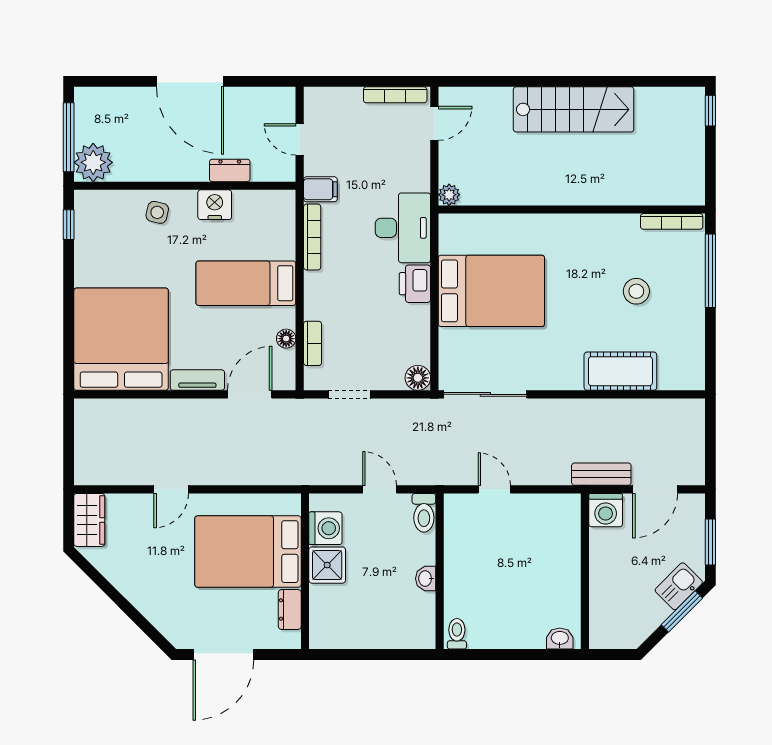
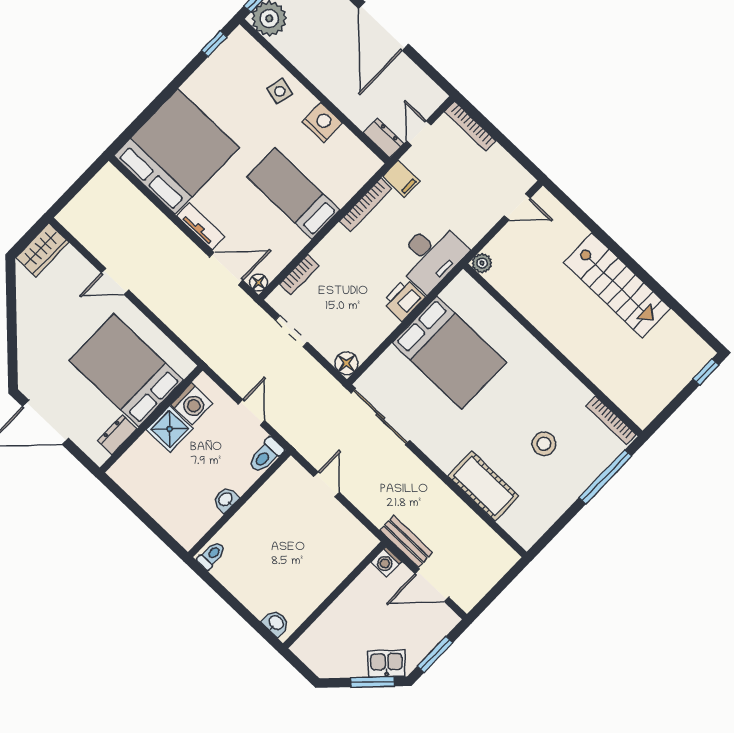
bookcase: (395, 95) -> (470, 126), moved
dresser: (230, 170) -> (384, 138), moved
floor lamp: (286, 339) -> (258, 283), moved
washing machine: (606, 510) -> (386, 562), width x0.73, depth x0.73

